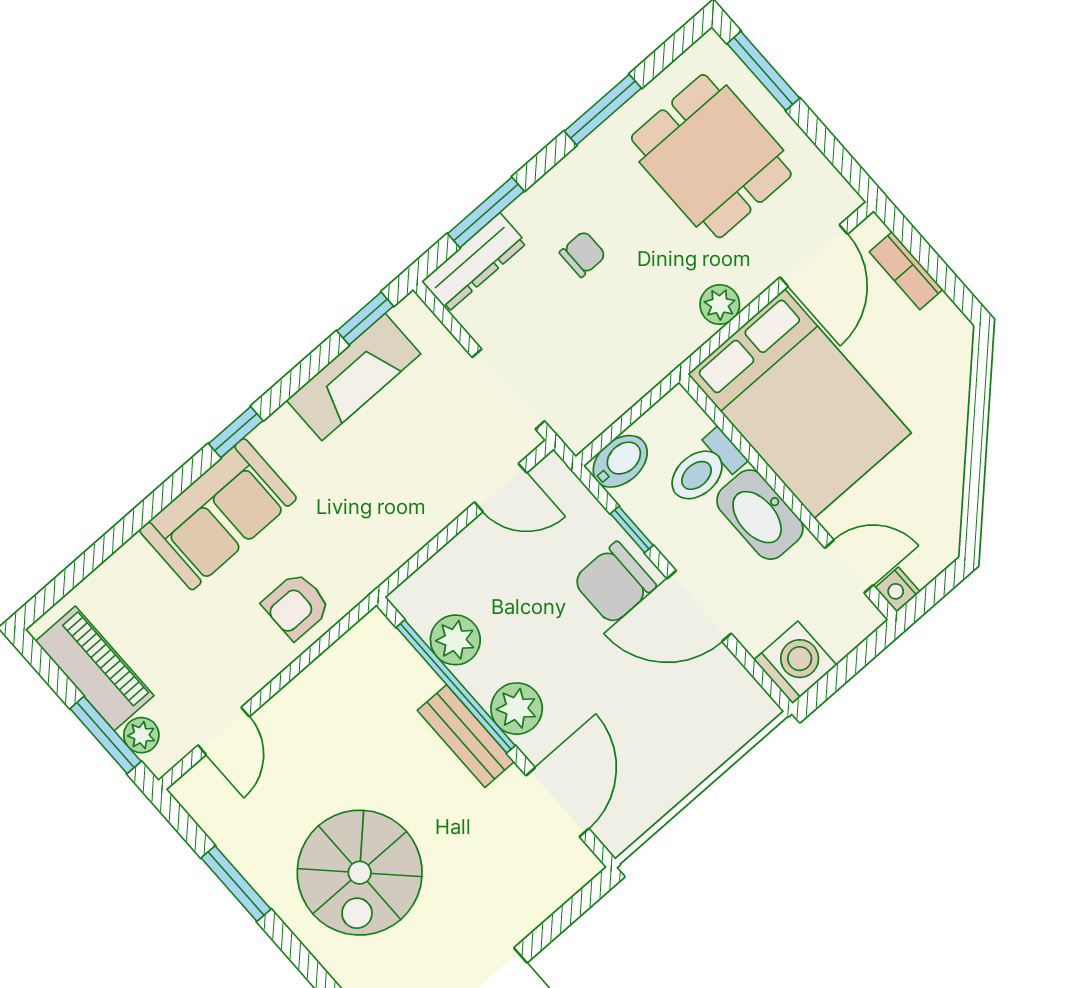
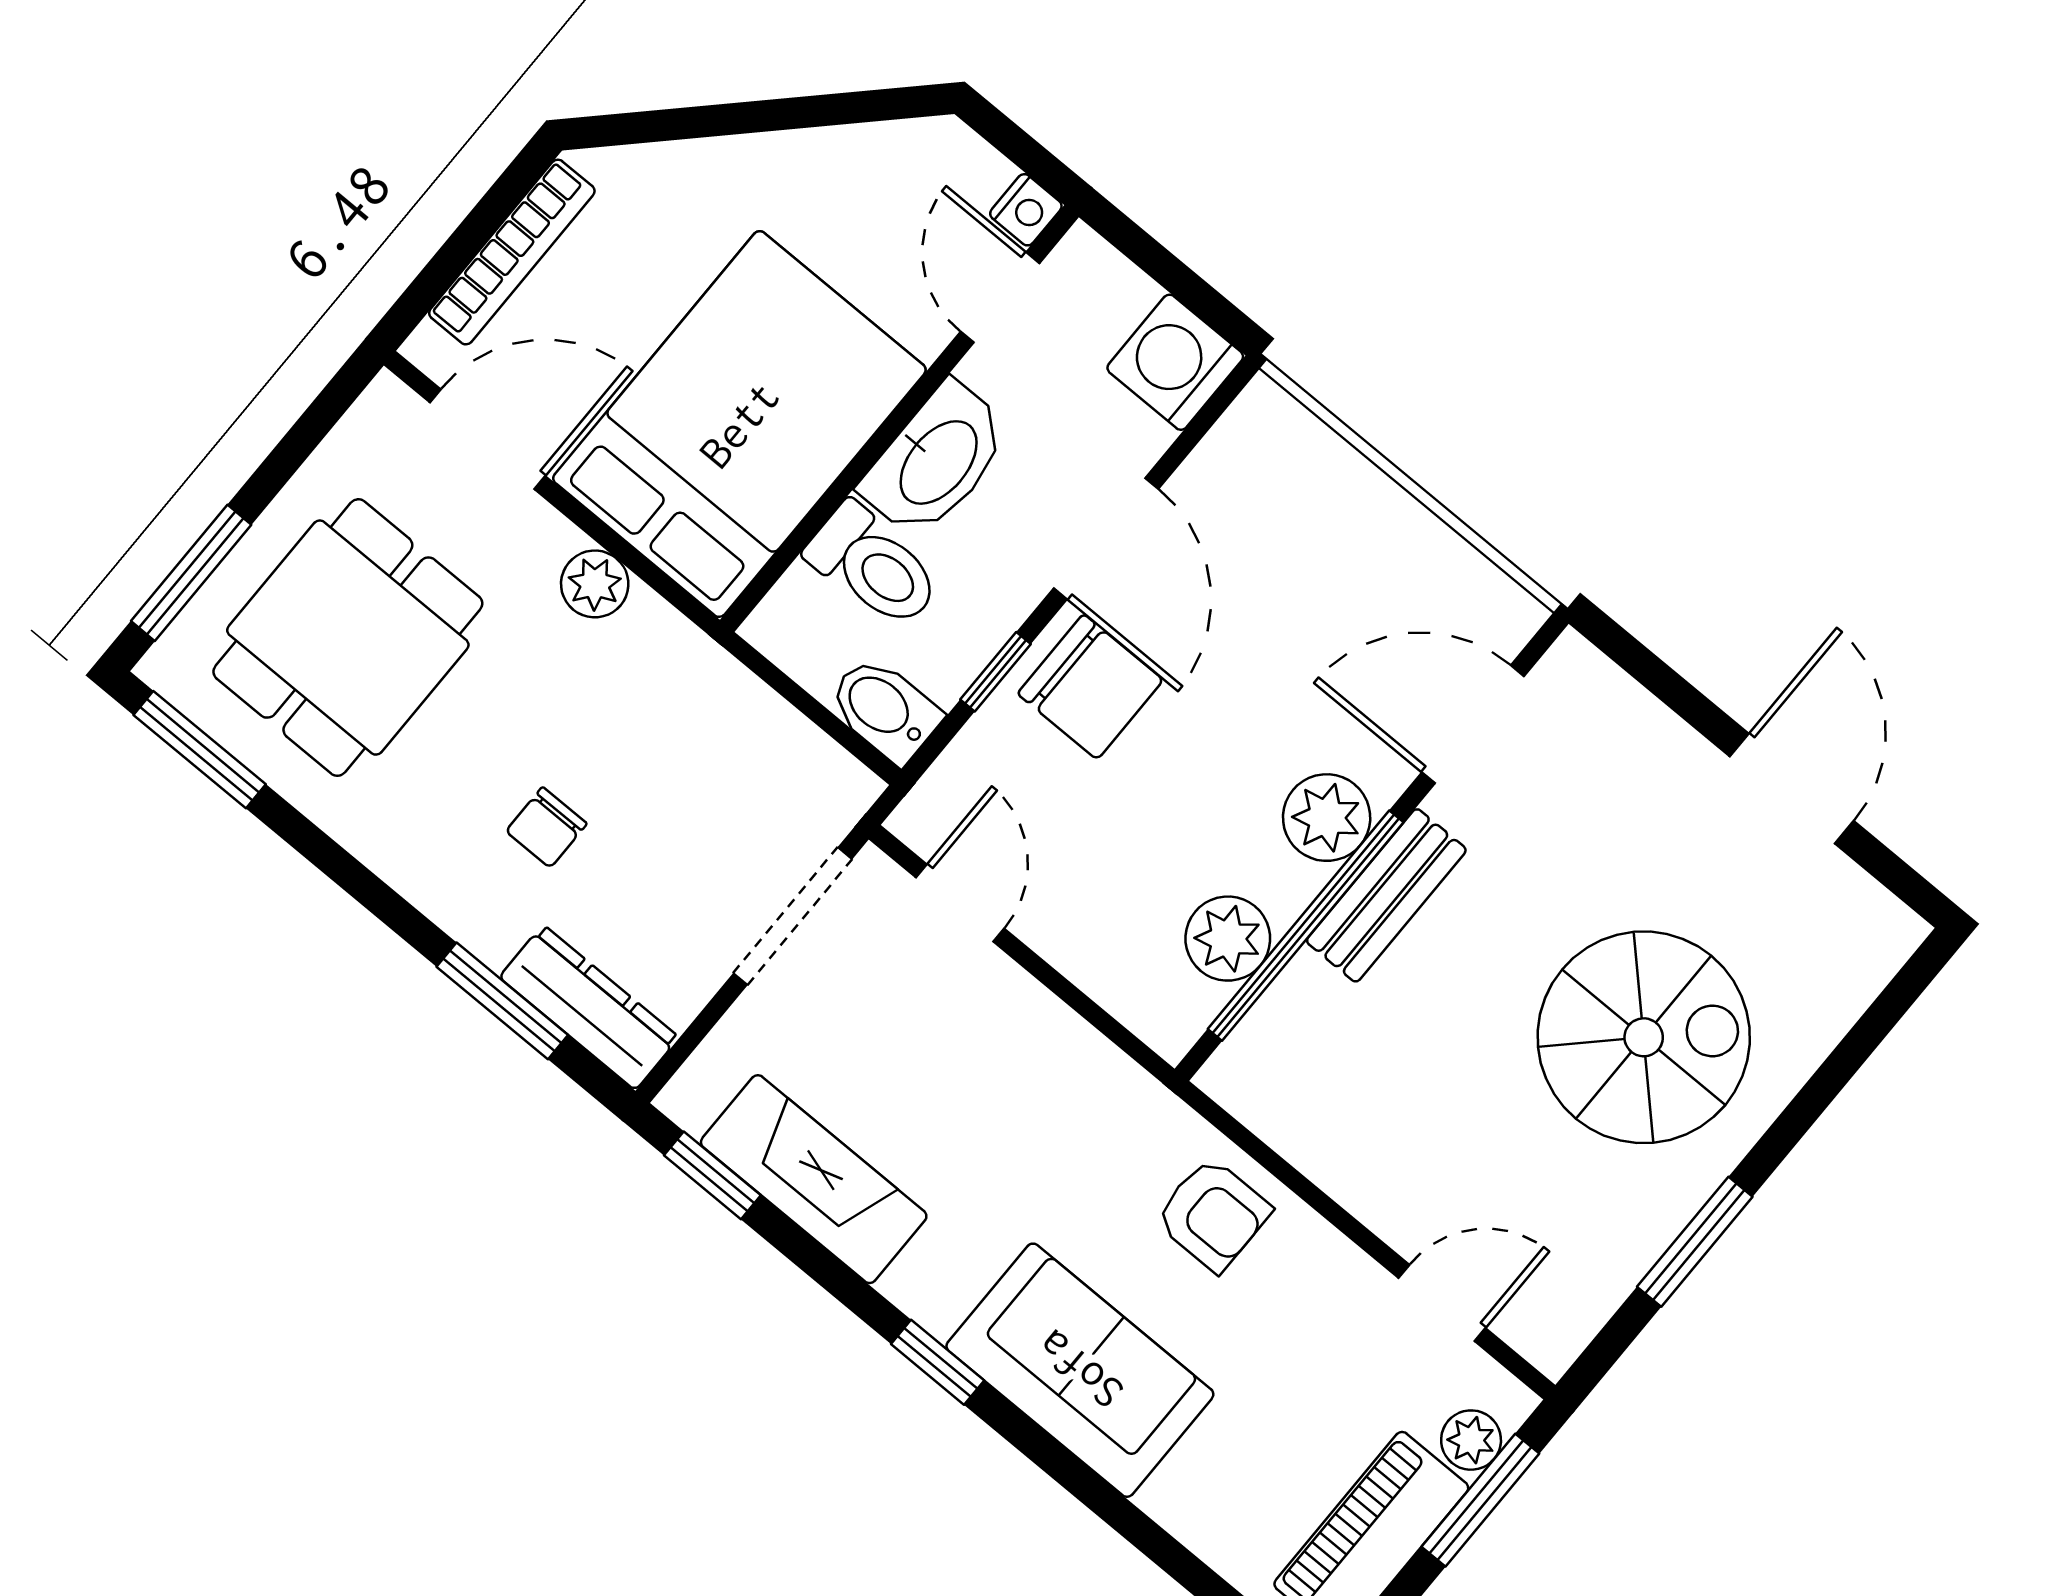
window: (603, 110) -> (200, 750), moved
chair: (583, 254) -> (546, 827), turned -90
bookcase: (906, 271) -> (512, 252), width x1.56

